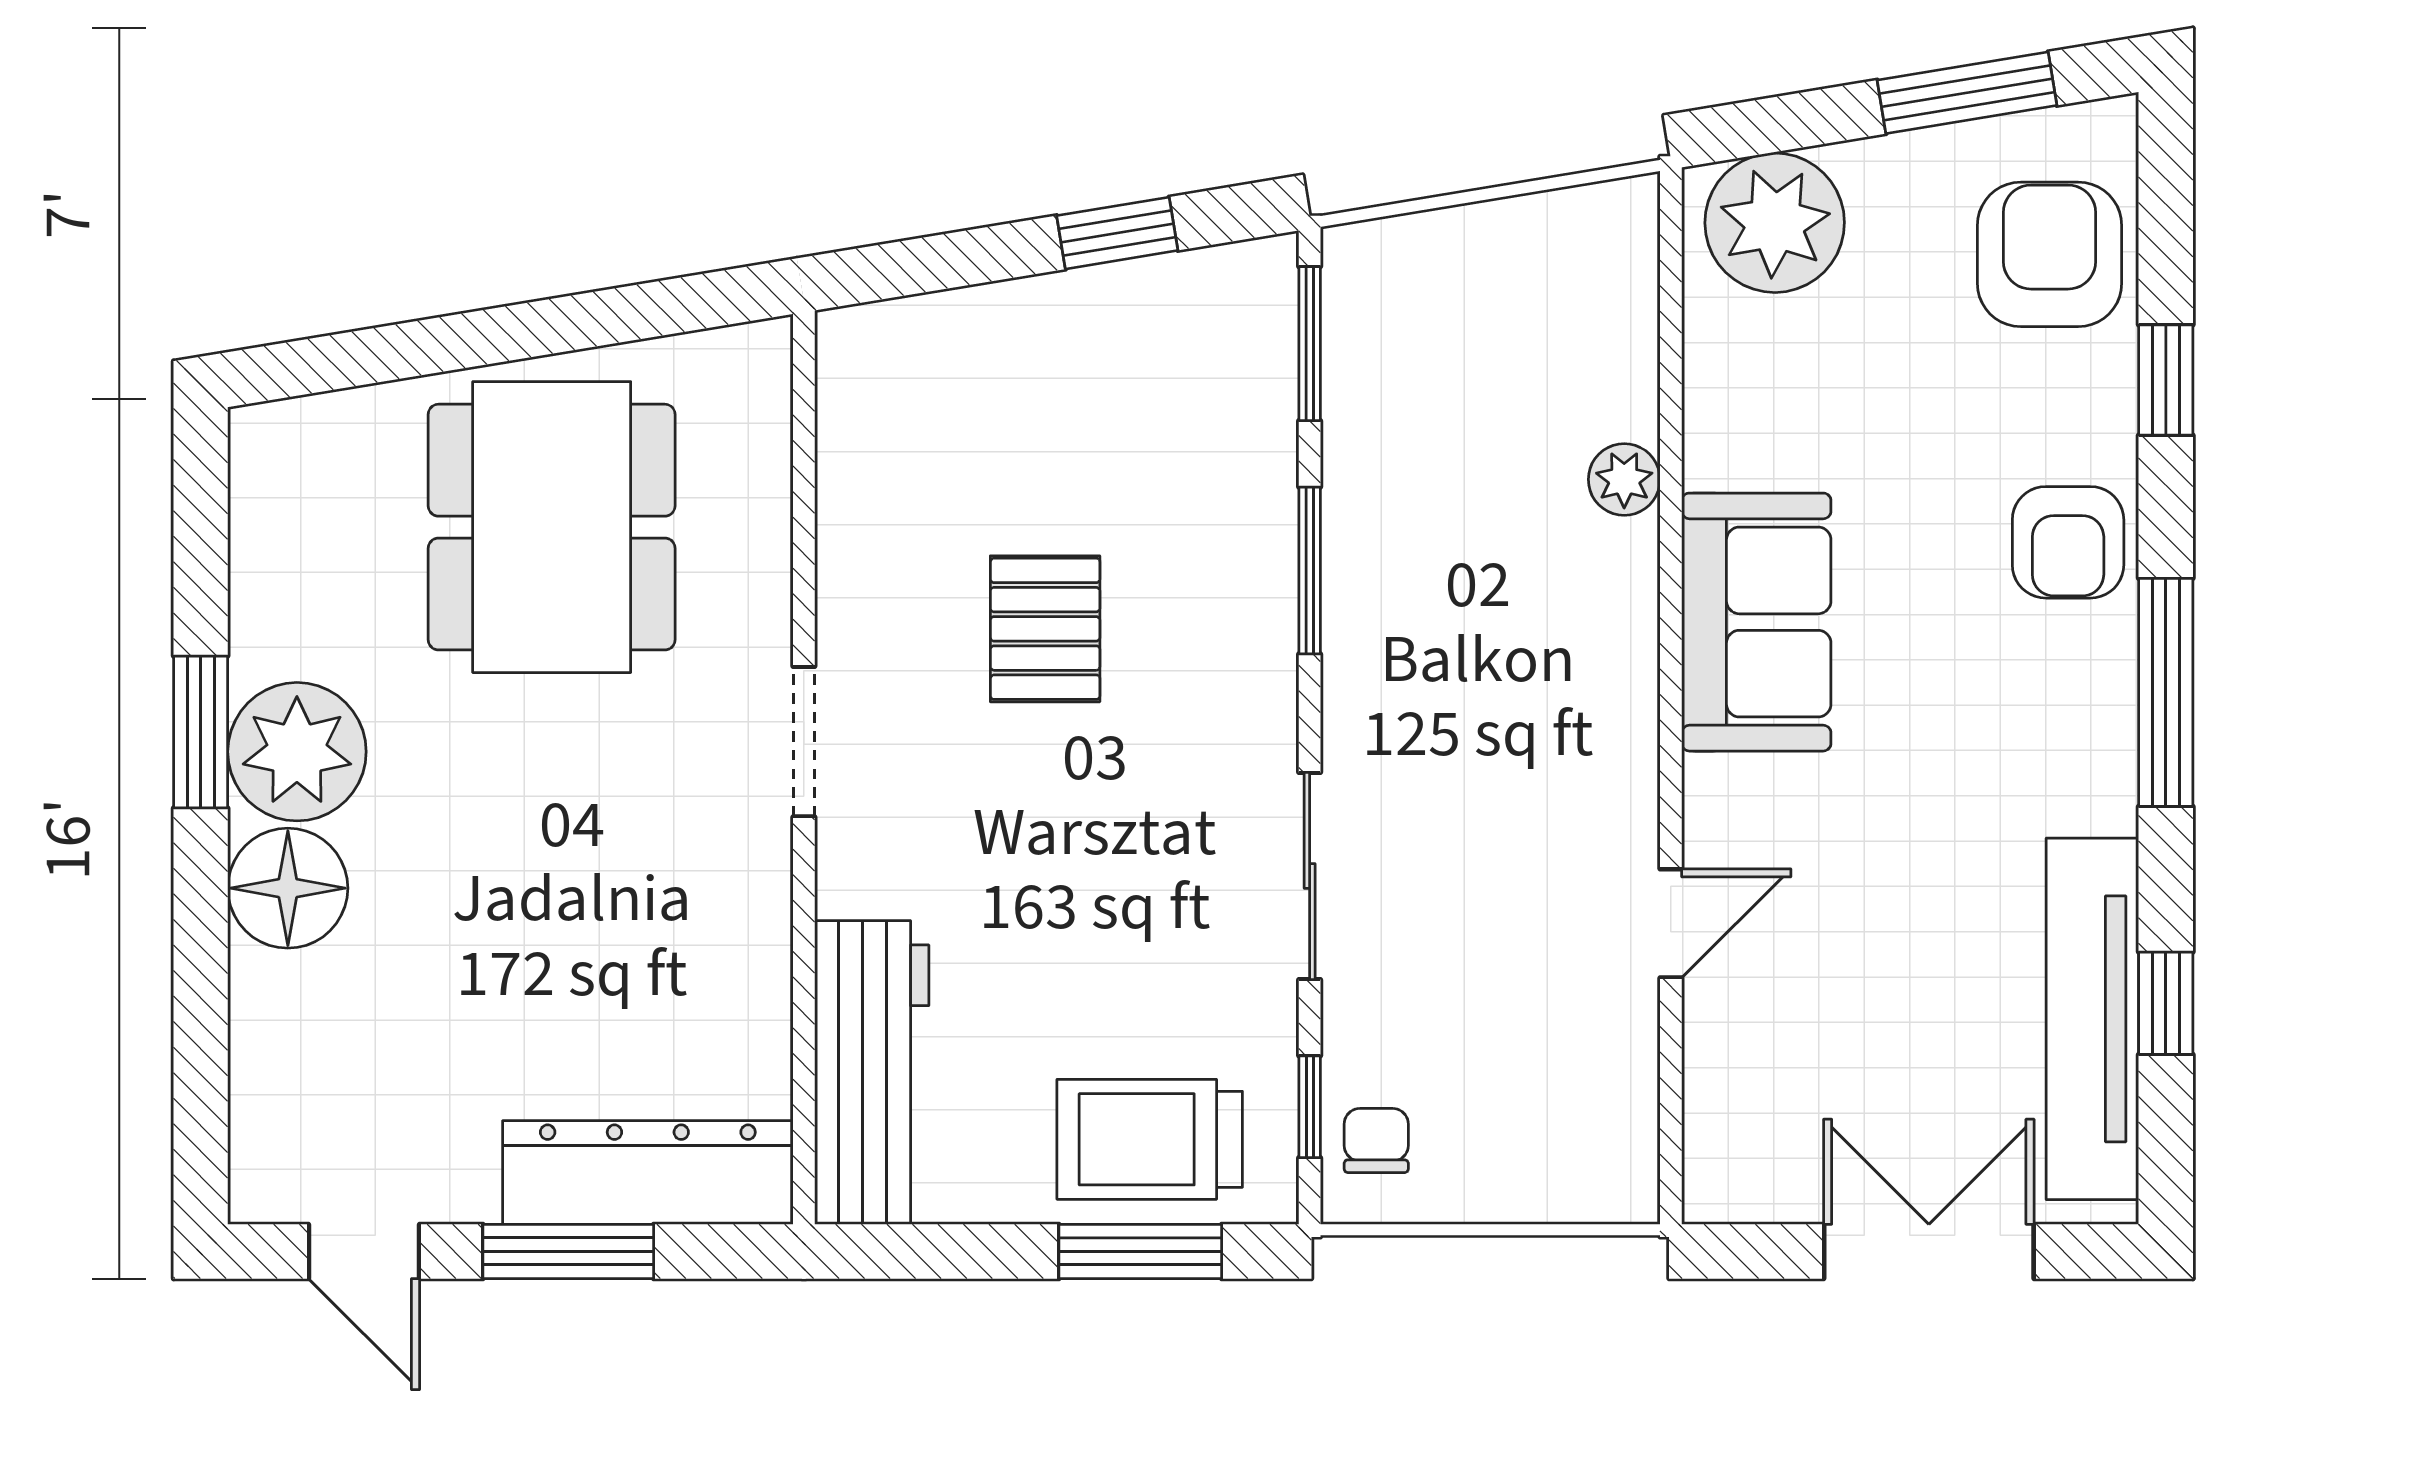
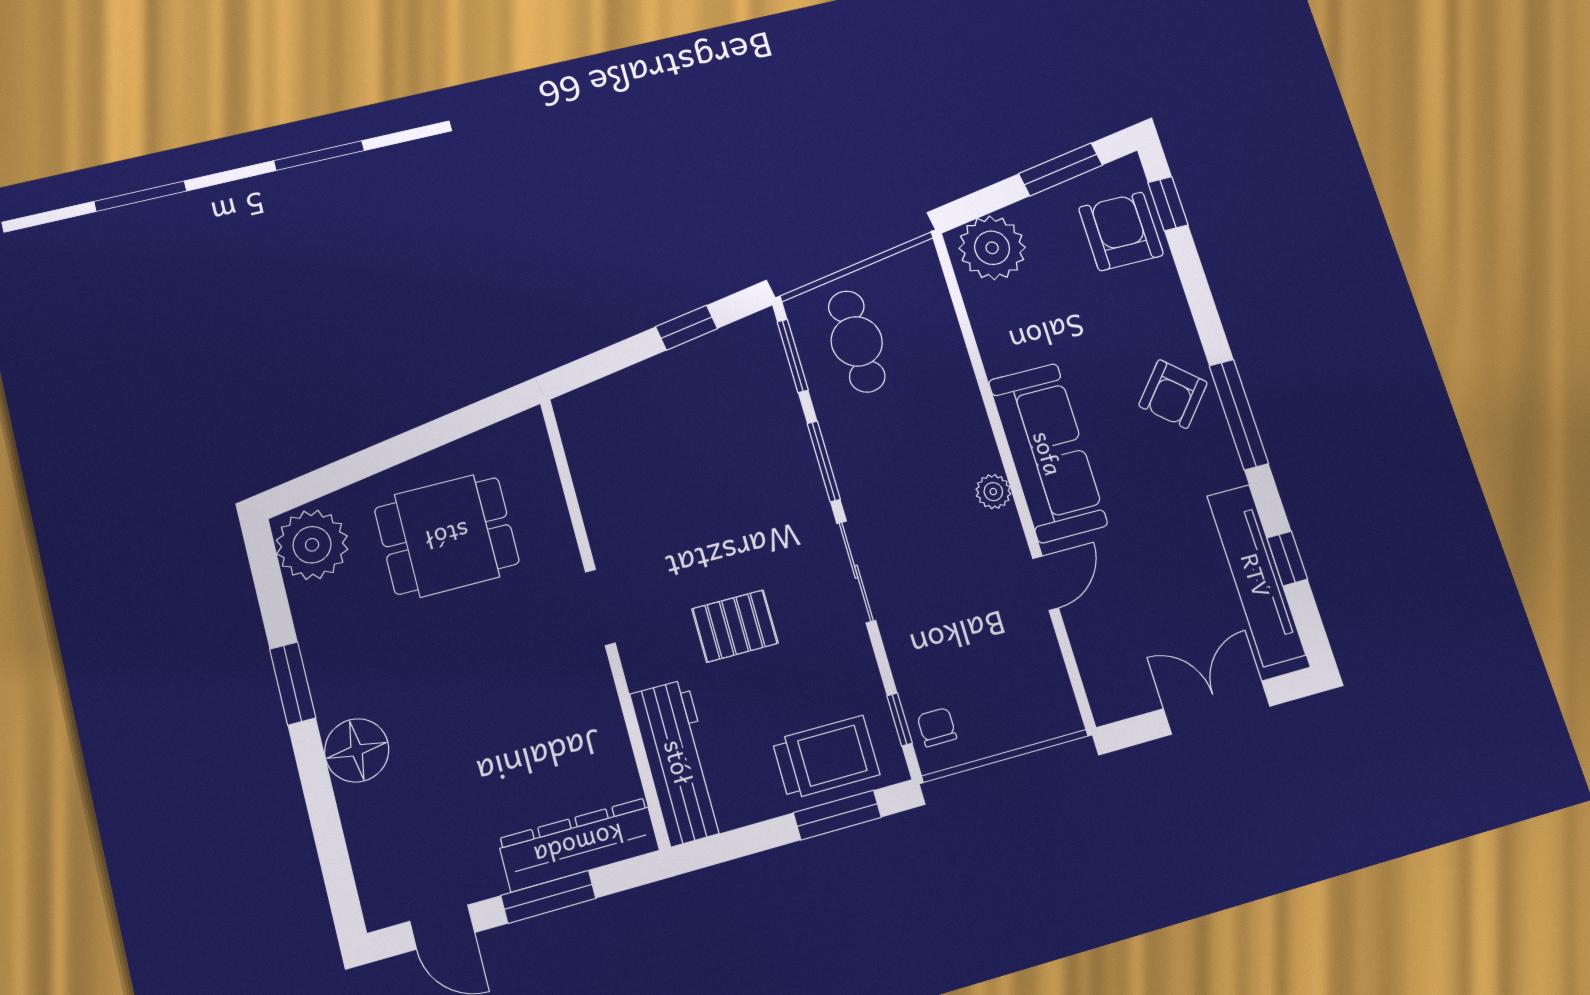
cafe table: (1445, 347) -> (857, 341), added
window: (2166, 380) -> (1168, 204), moved
plant: (1624, 479) -> (993, 492), moved
dining table: (552, 527) -> (447, 536), width x0.73
armchair: (2068, 542) -> (1173, 394), moved, turned 41
sofa: (1756, 622) -> (1048, 453), width x1.36
pallet: (1045, 629) -> (735, 626), moved, turned 90
plant: (297, 752) -> (312, 545), moved
sliding door: (1310, 876) -> (856, 572), moved
trolley: (1150, 1139) -> (826, 757), turned 180

